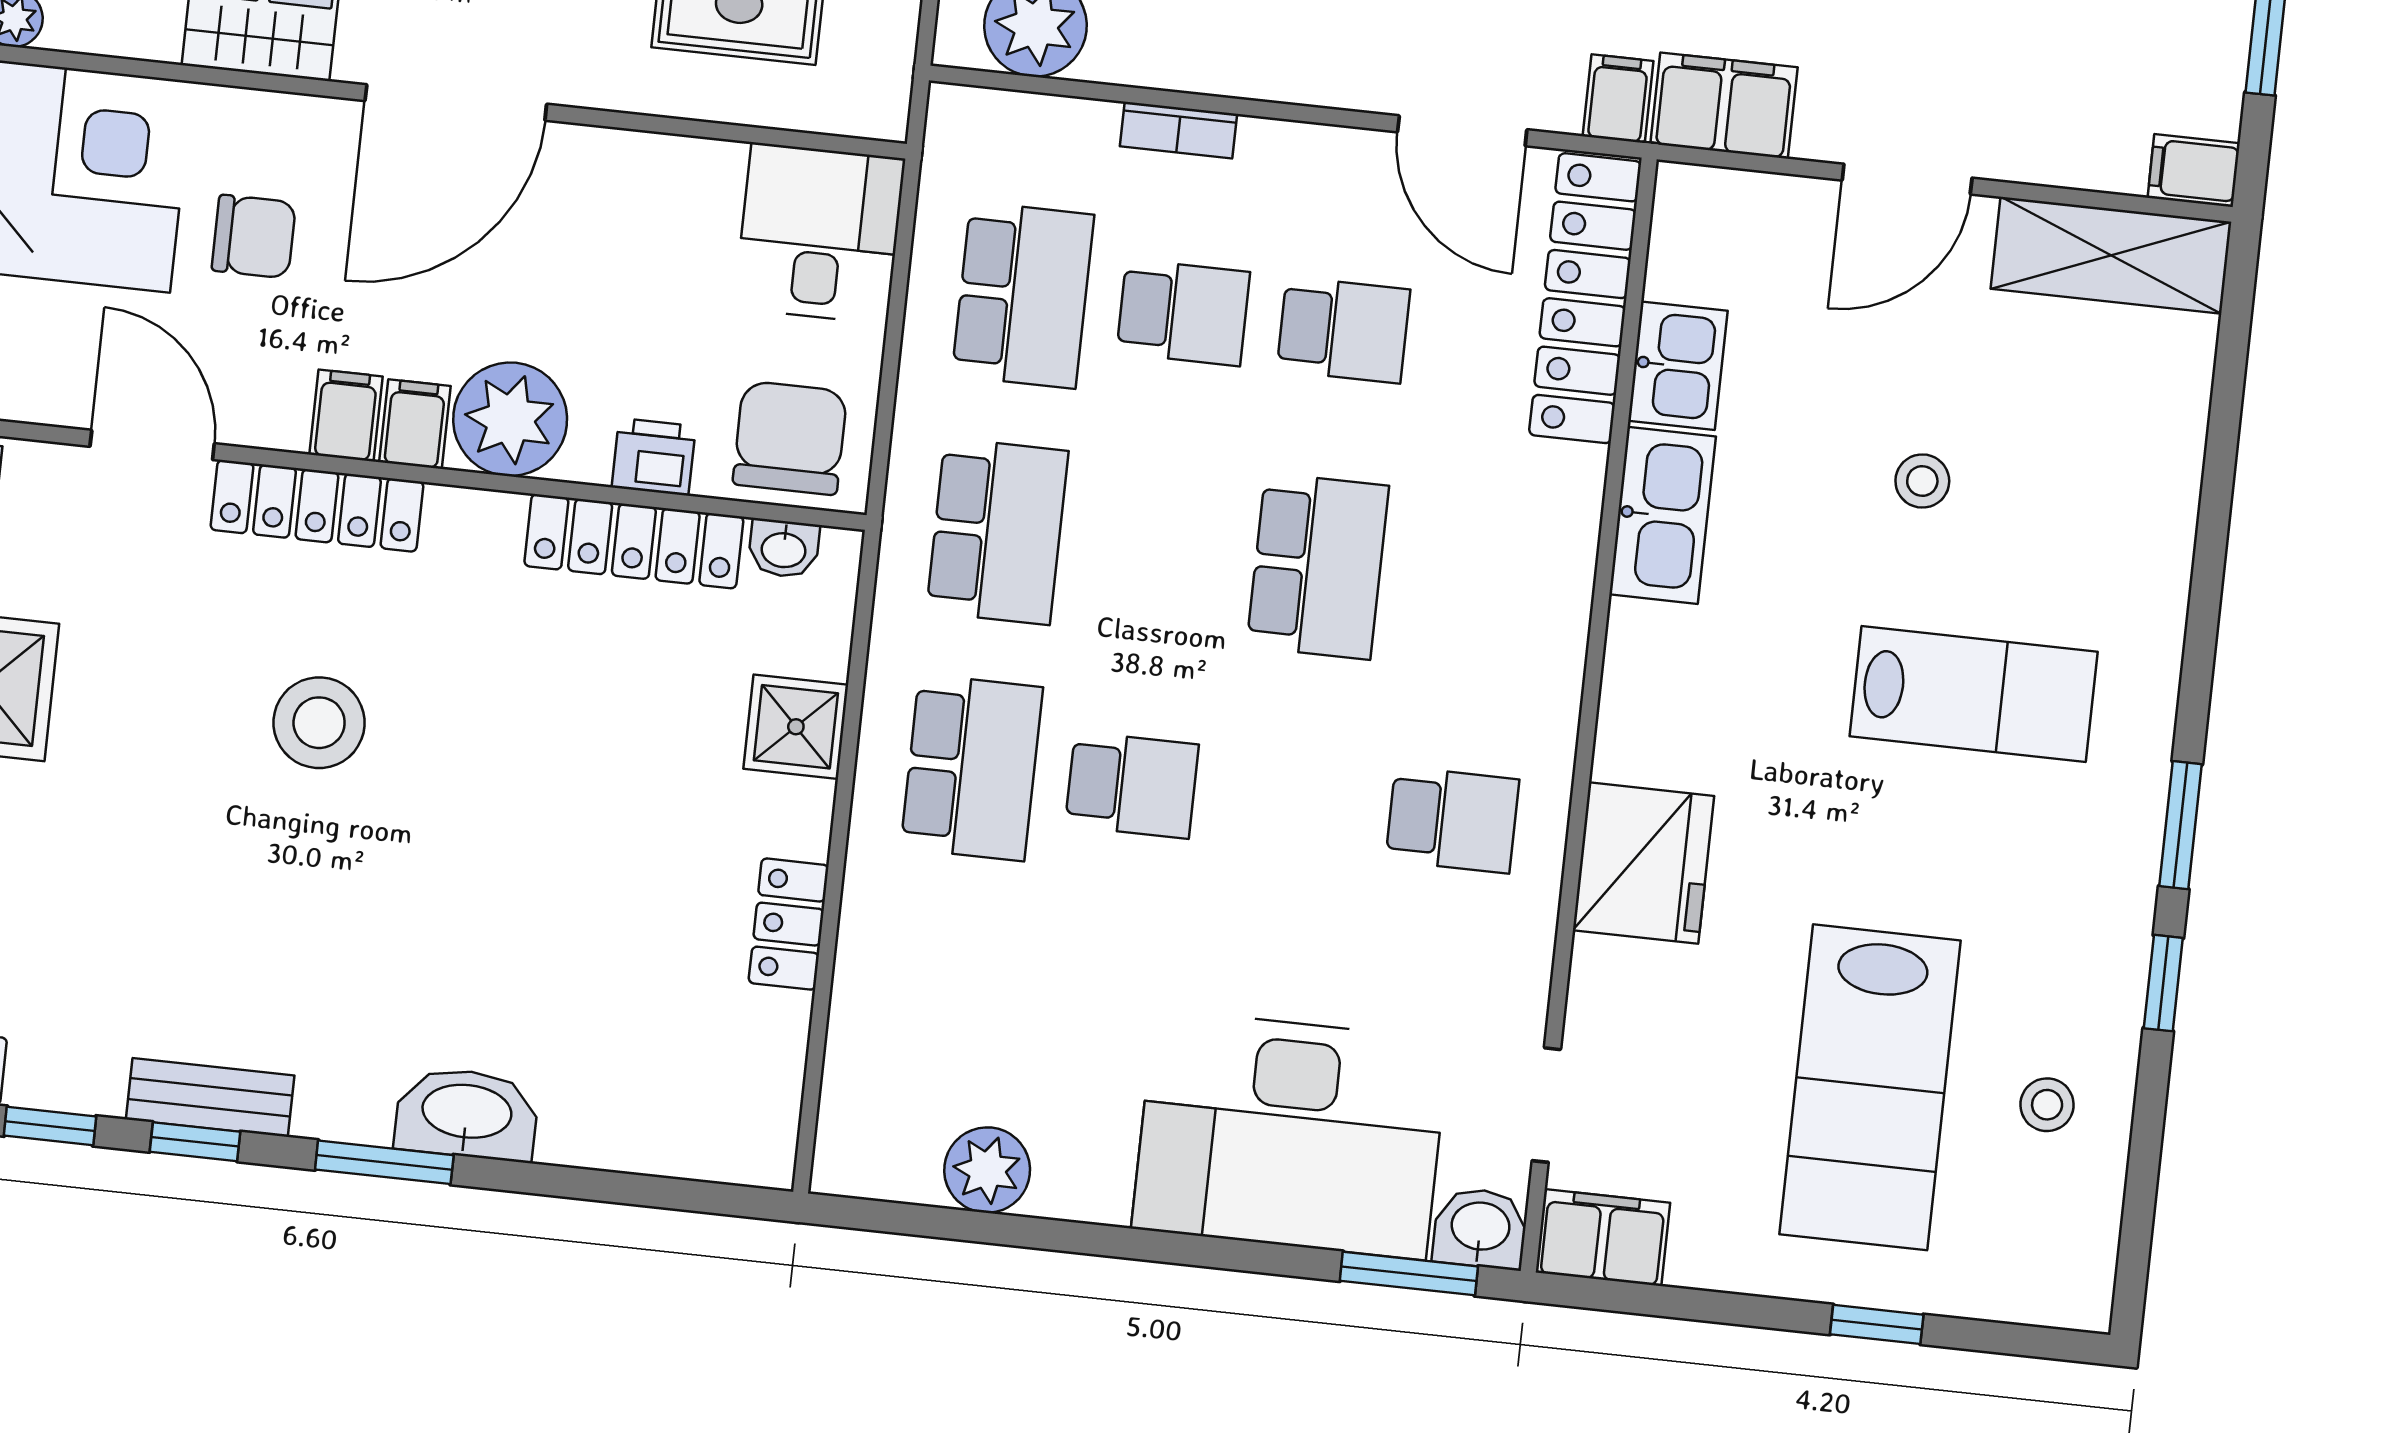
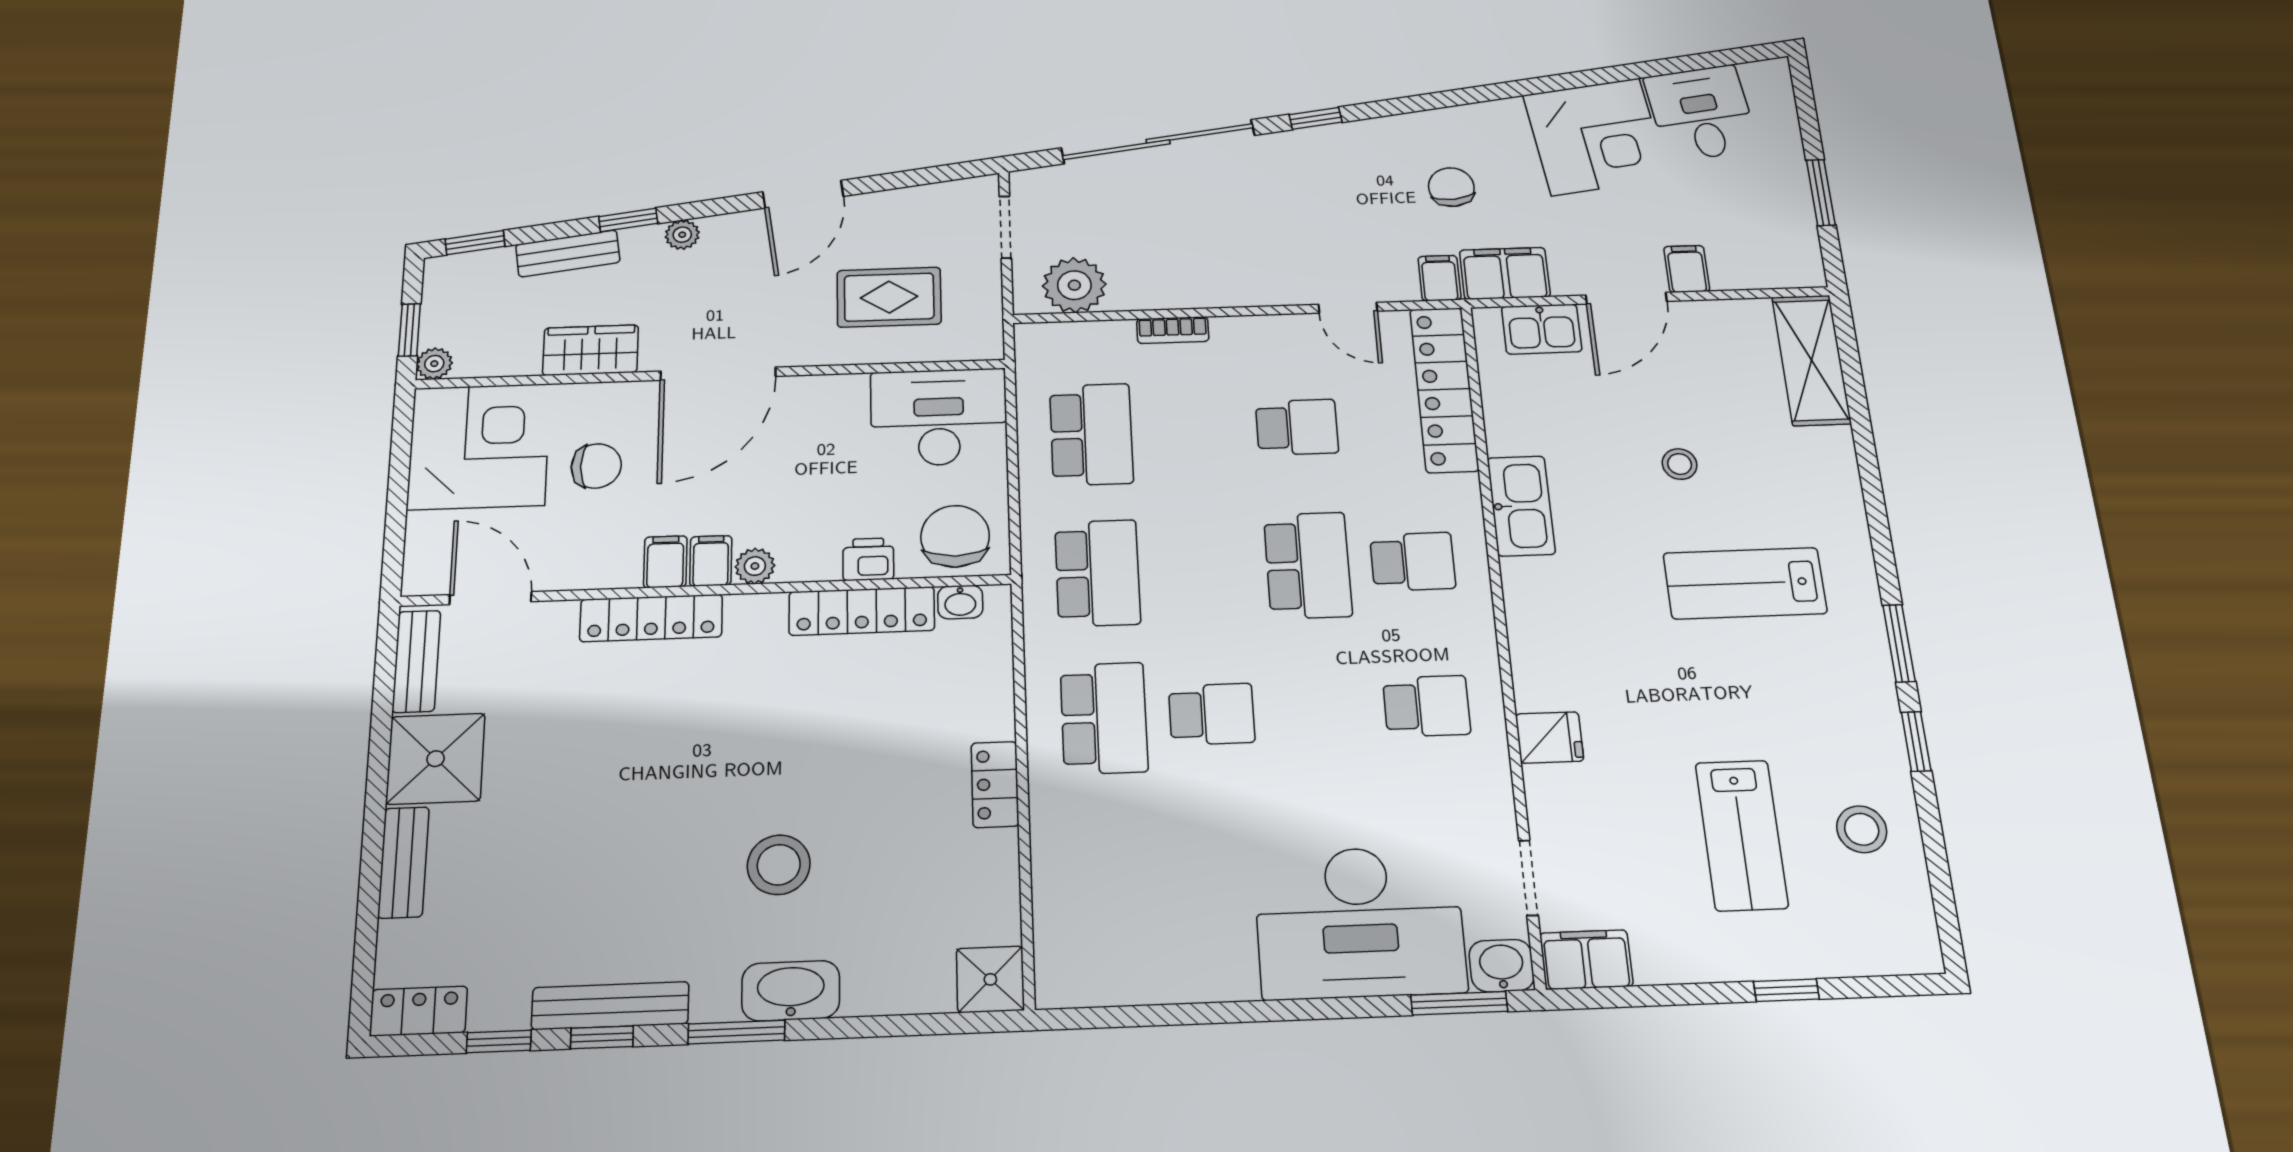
door: (1462, 131) -> (1348, 308), width x0.73
filing cabinet: (2194, 170) -> (1687, 269), moved, turned 90
desk: (819, 233) -> (939, 417), width x1.37
shelving: (2111, 255) -> (1811, 360), moved, turned 90
school desk: (1183, 313) -> (1413, 562), moved
kitchen sink: (1678, 366) -> (1542, 329), moved, turned 90
plant: (510, 419) -> (755, 566), width x0.53, depth x0.53
door: (152, 445) -> (490, 598), moved
lab bench: (1974, 694) -> (1745, 583), turned 180
stool: (319, 723) -> (779, 865), moved
shower: (796, 727) -> (990, 979), moved
fridge: (1643, 863) -> (1550, 738), width x0.53, depth x0.75
locker: (789, 924) -> (995, 784), moved
lab bench: (1870, 1087) -> (1742, 835), width x0.73, depth x0.72
bench: (210, 1097) -> (610, 1006), width x1.36
stool: (2047, 1105) -> (1862, 829), width x1.37, depth x1.37
plant: (987, 1170) -> (1156, 976), removed

